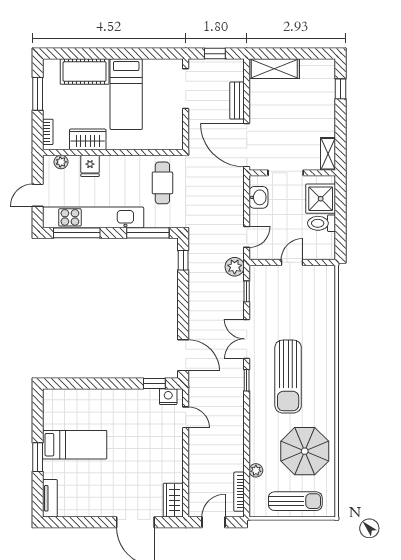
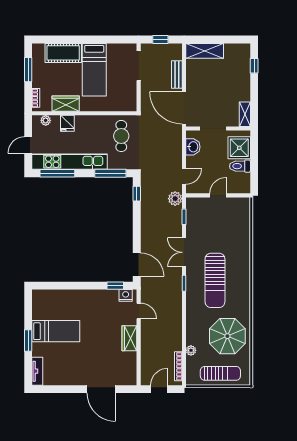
wardrobe: (173, 500) -> (129, 338), moved

